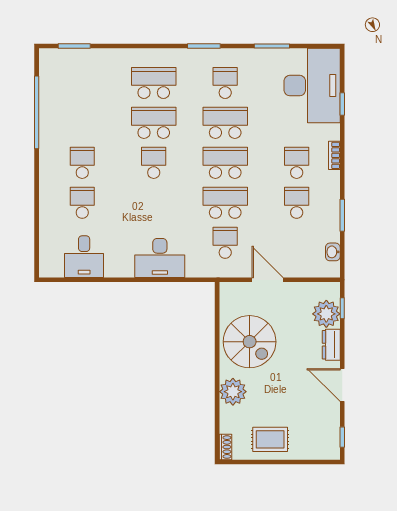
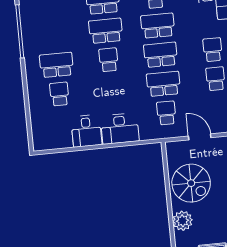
school desk: (82, 163) -> (57, 65), width x1.85
desk: (84, 257) -> (86, 131), moved

